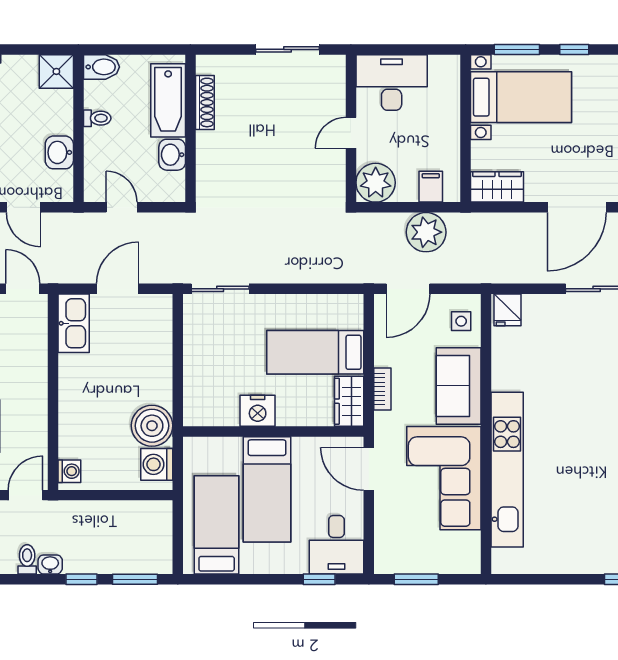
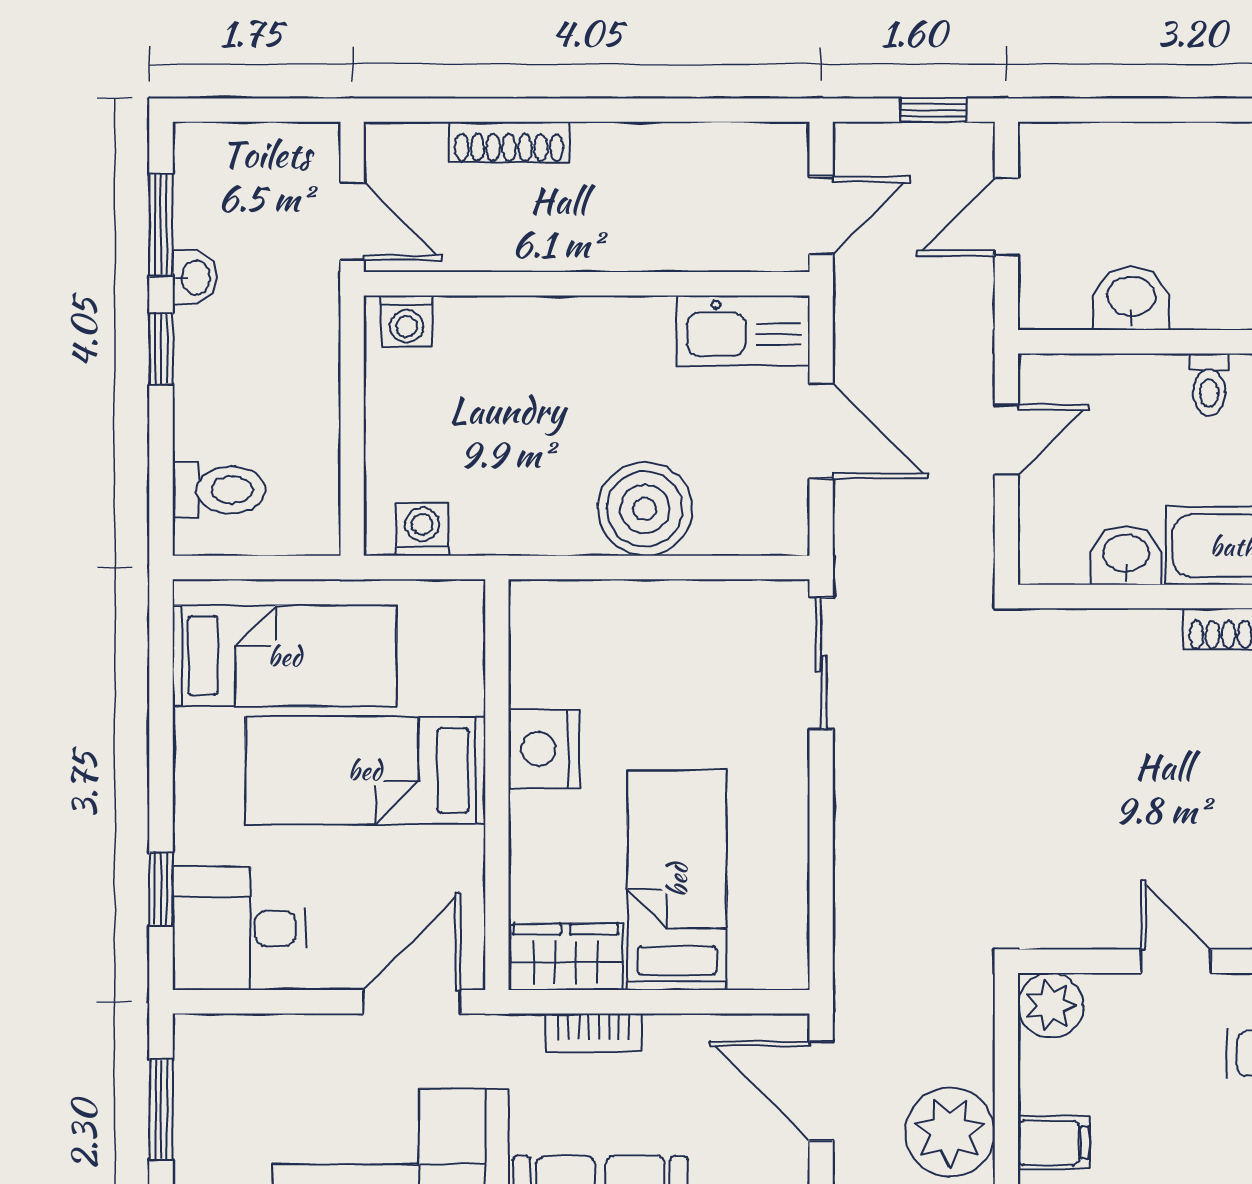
plant: (376, 183) -> (1051, 1005), width x0.73, depth x0.73
boiler: (152, 426) -> (645, 509), moved
washing machine: (157, 464) -> (422, 530), width x0.73, depth x0.73
toilet: (27, 559) -> (219, 490), moved, width x1.37, depth x1.39
window: (135, 579) -> (161, 225), moved

